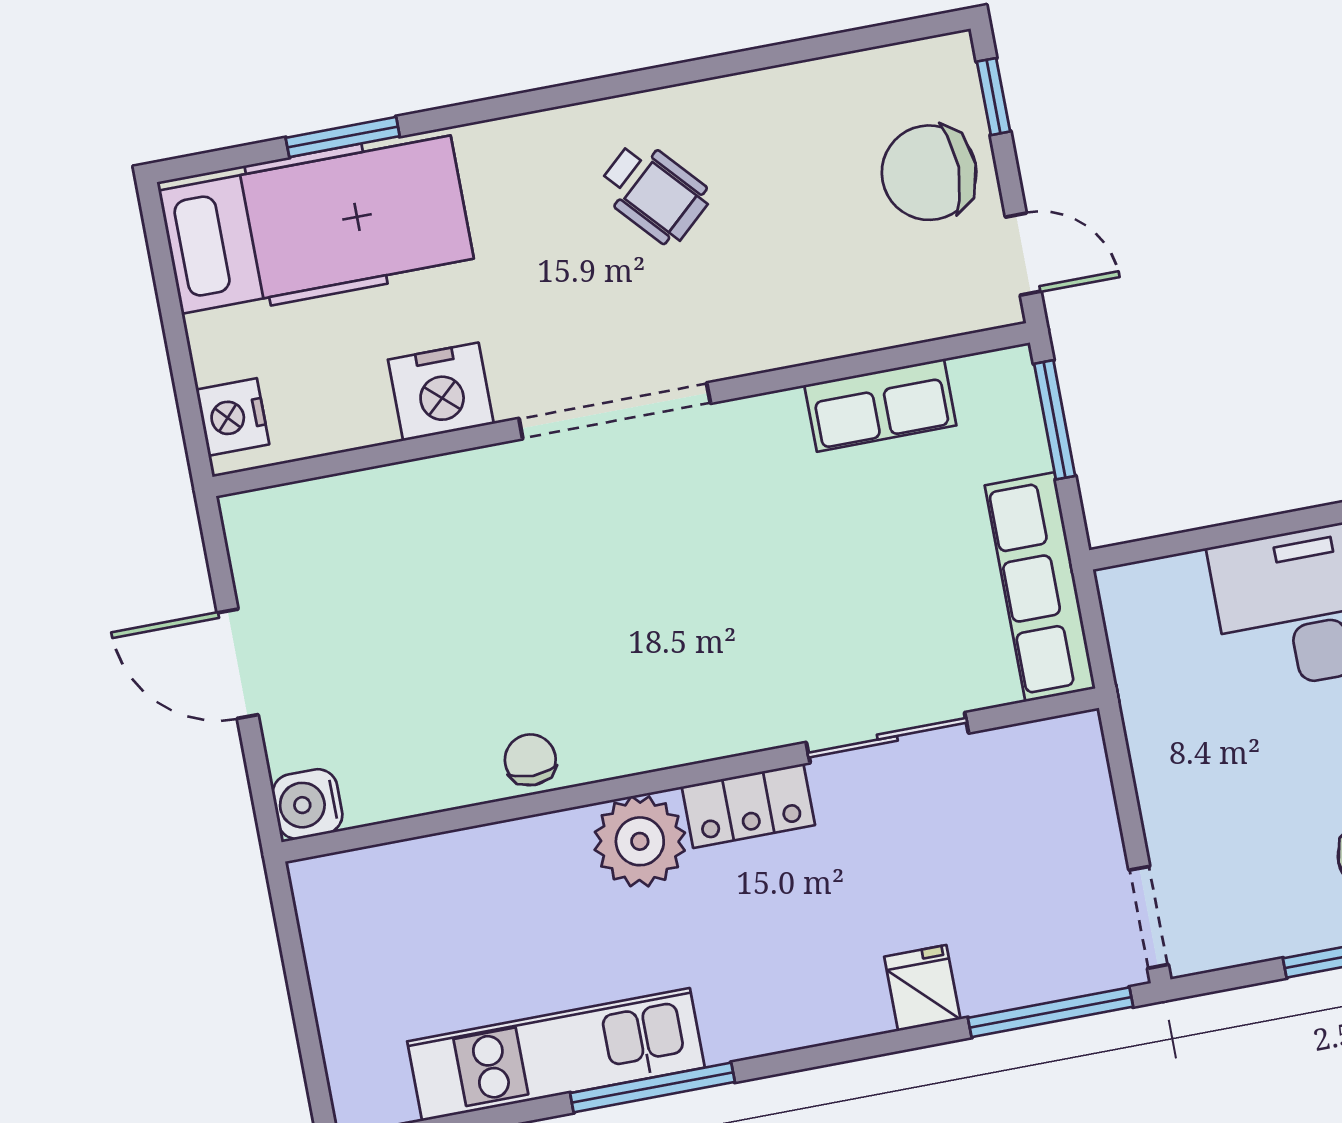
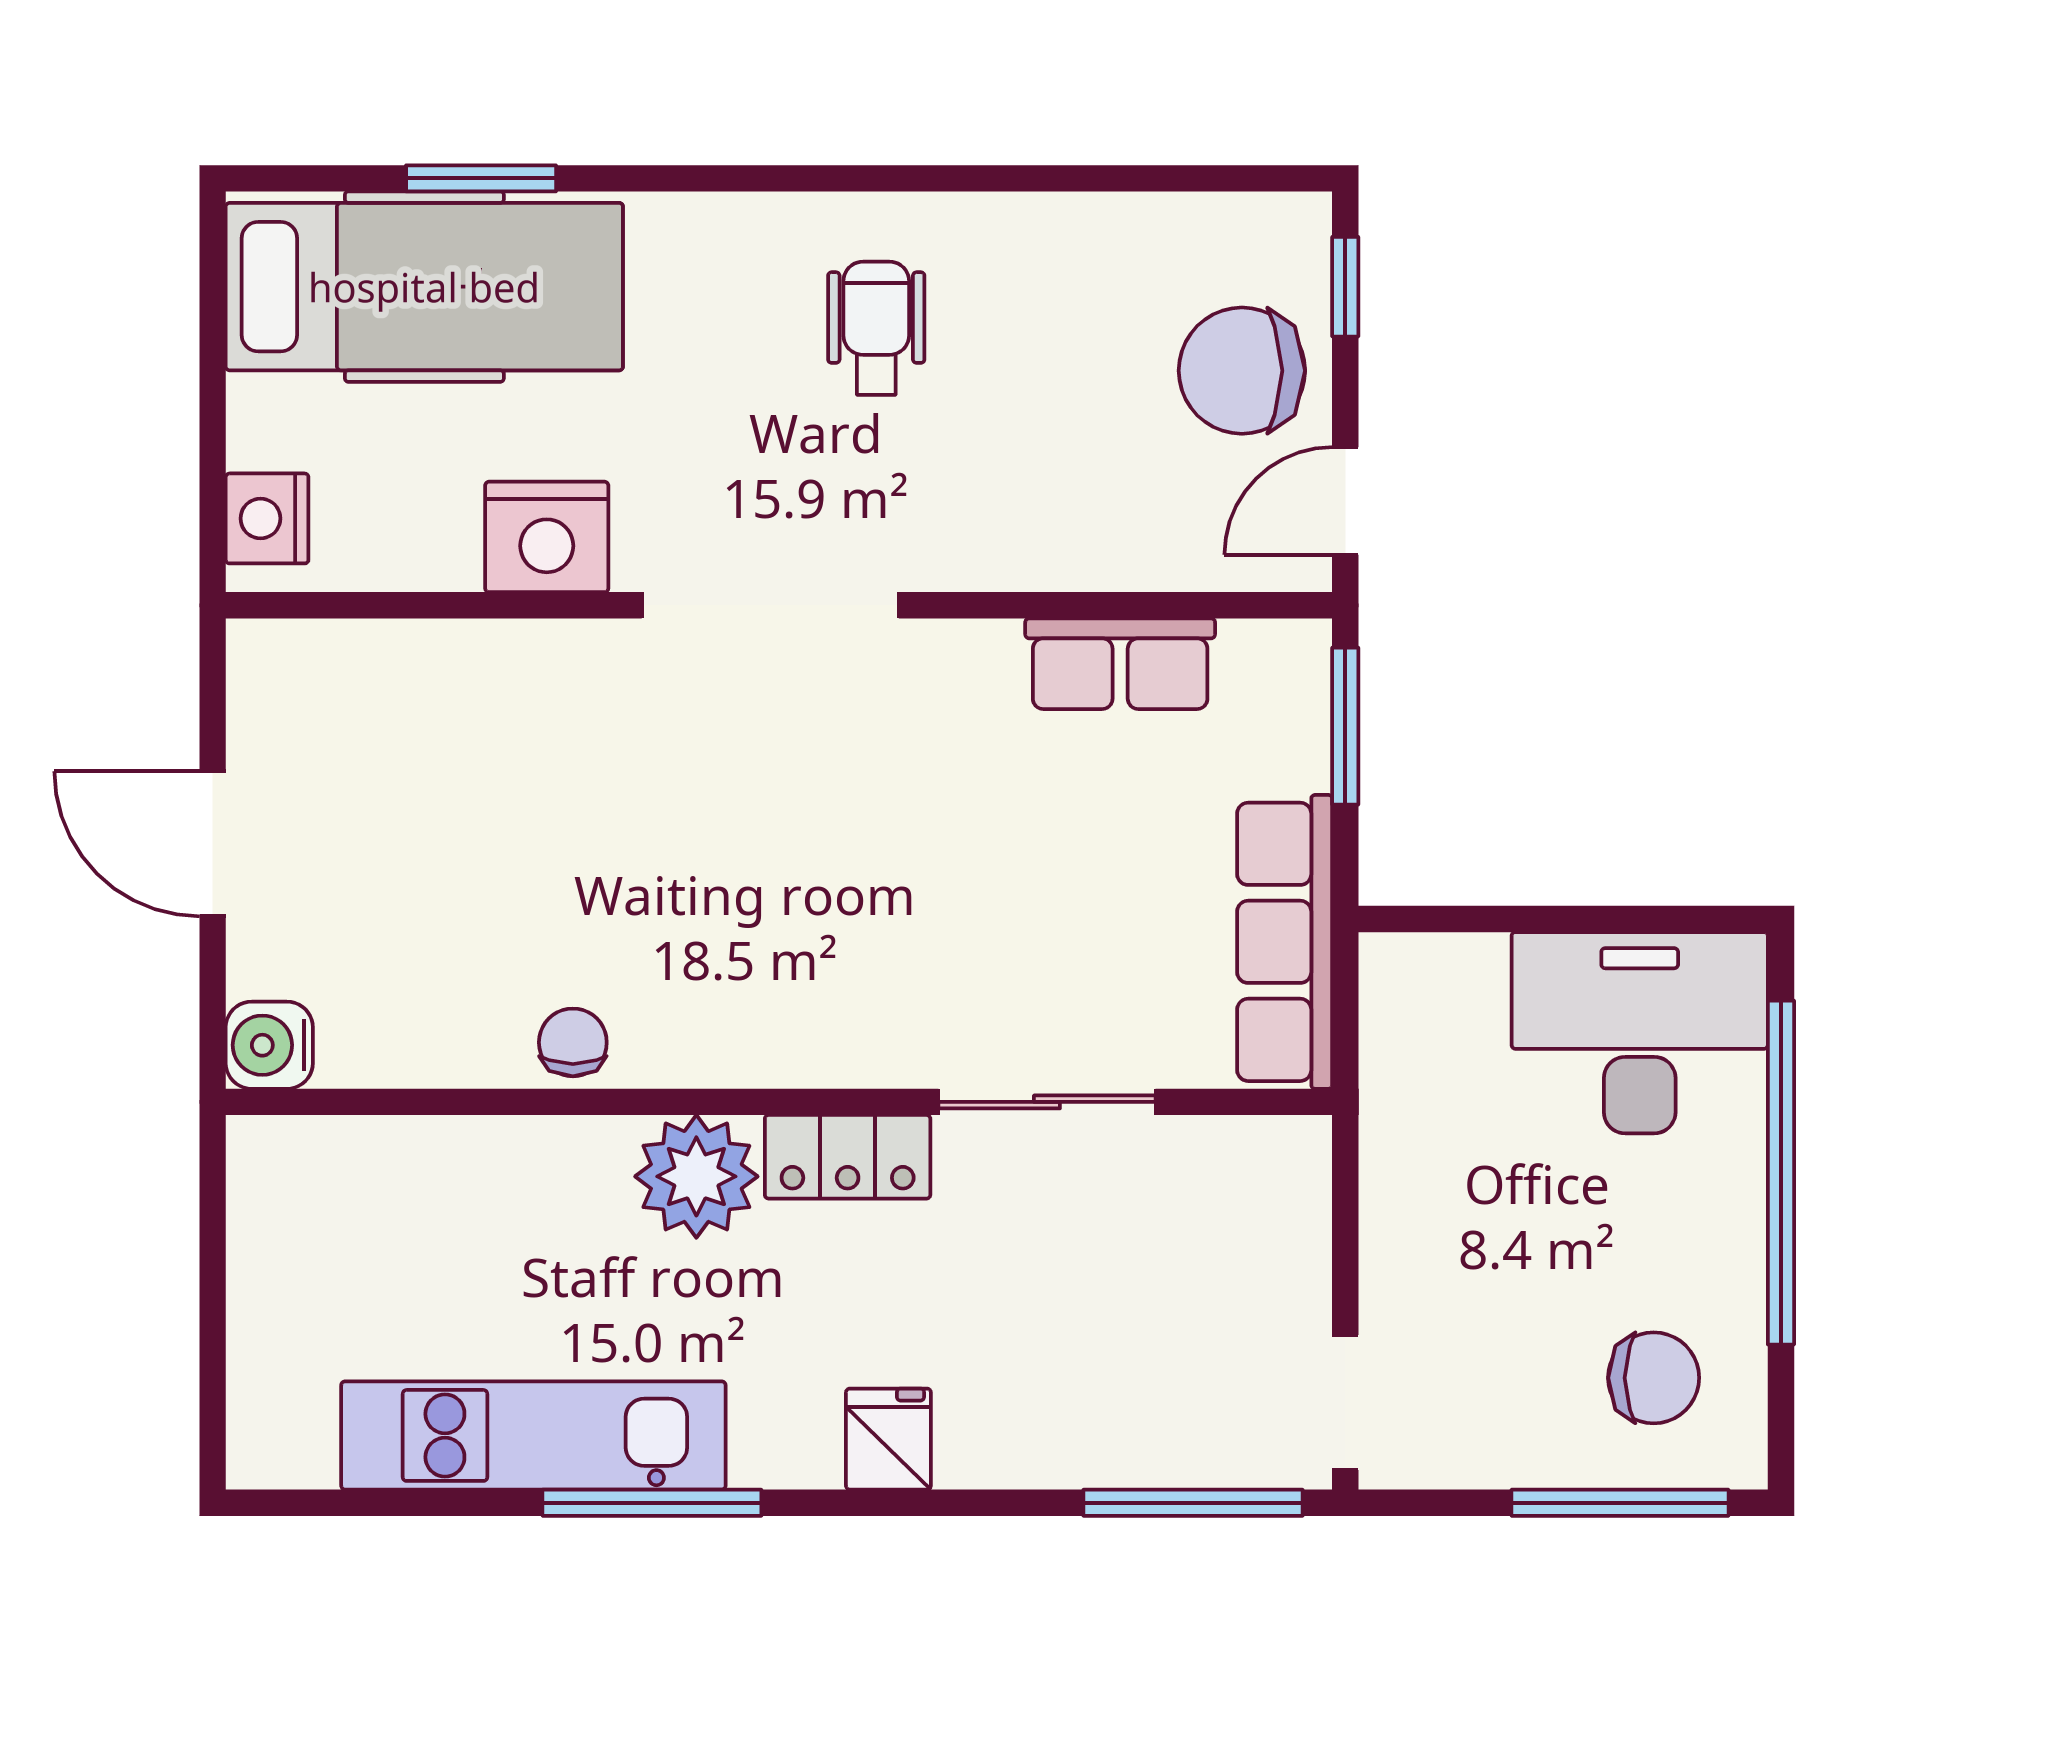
wheelchair: (654, 192) -> (876, 328), turned -138
door: (1023, 254) -> (1345, 501), swing flipped
fridge: (922, 988) -> (888, 1439), moved

